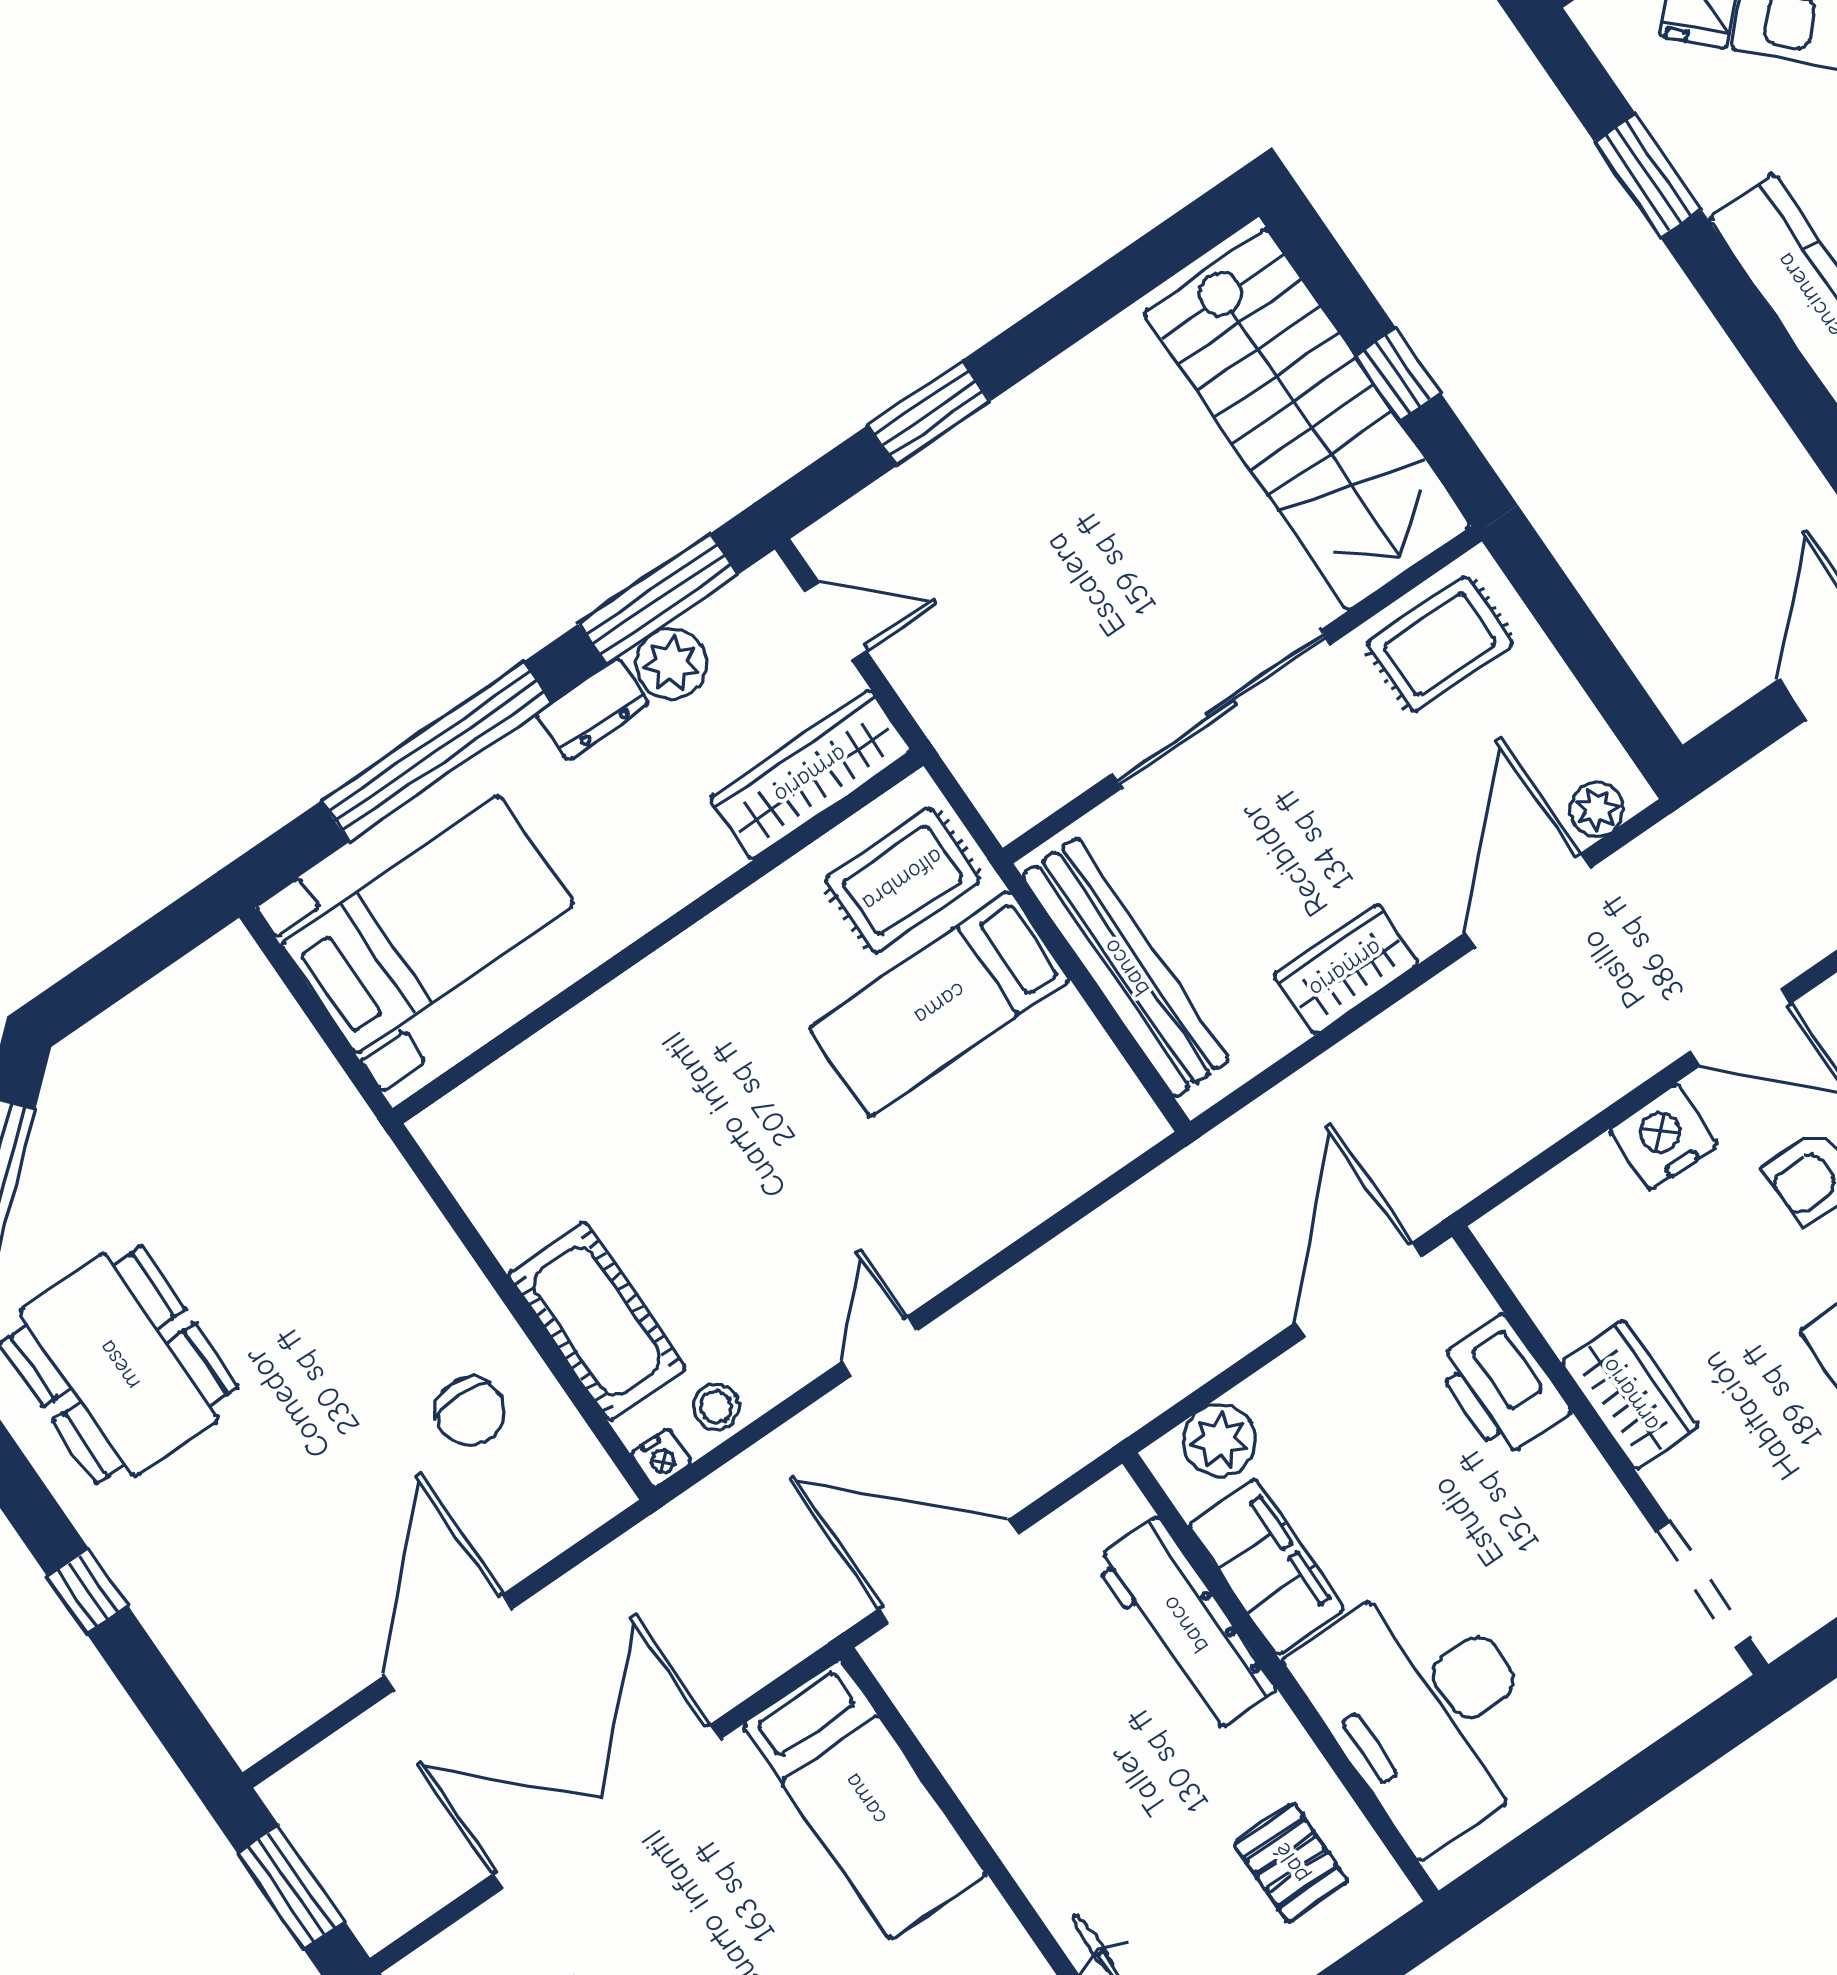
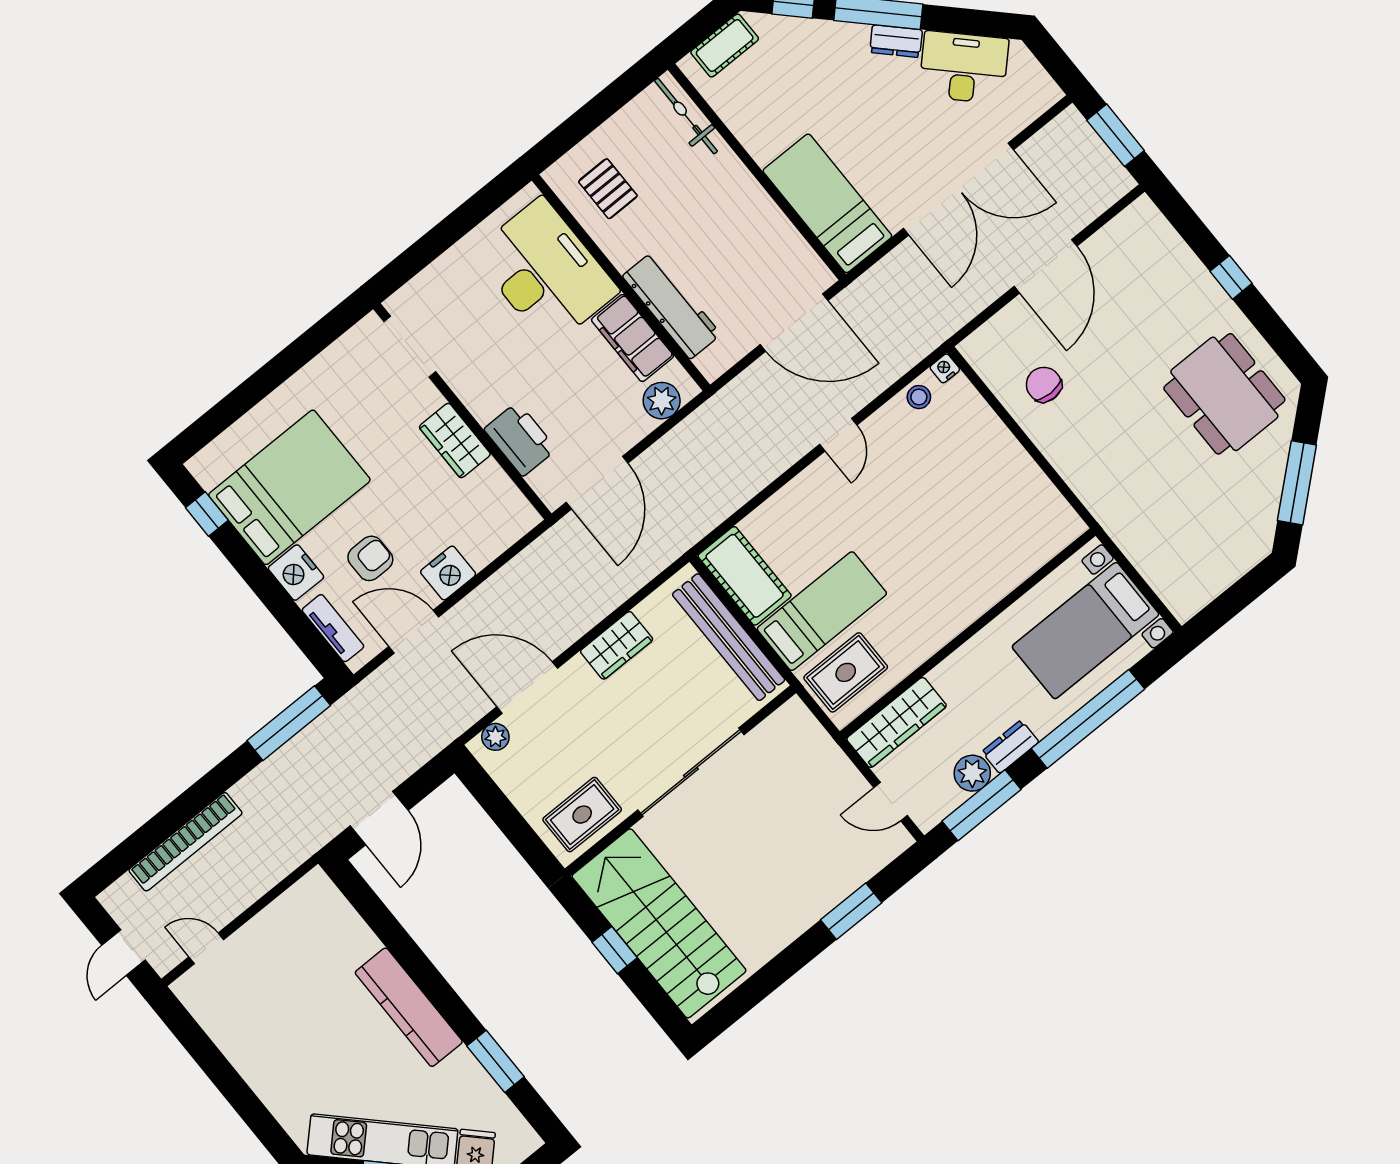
door: (1527, 901) -> (527, 688), swing flipped
cot: (597, 1321) -> (745, 576), moved

